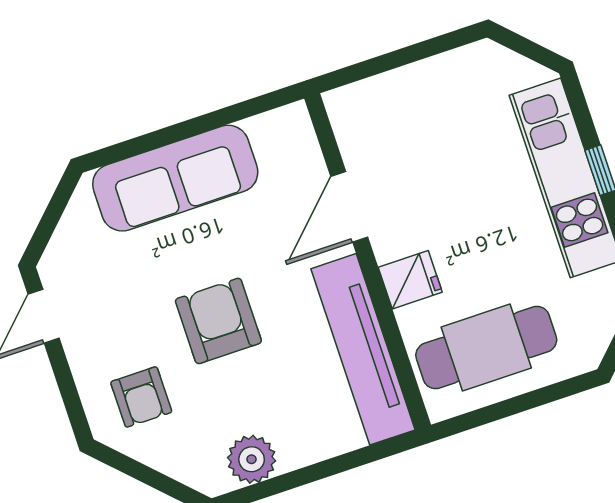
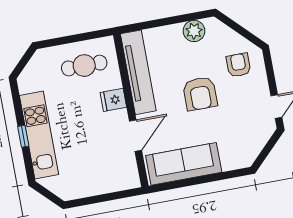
sofa: (175, 178) -> (184, 164), moved
cafe table: (486, 348) -> (84, 66), width x0.73, depth x0.74

